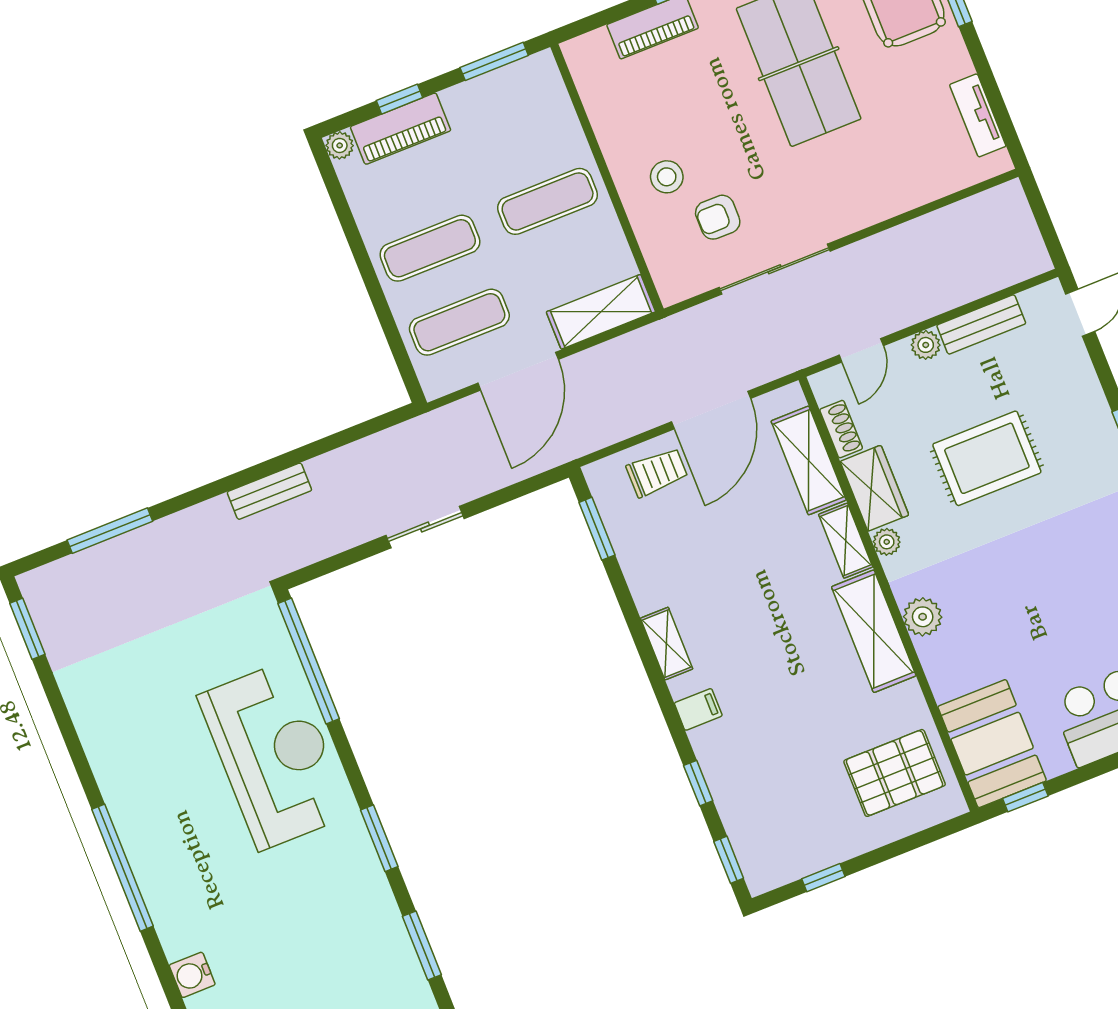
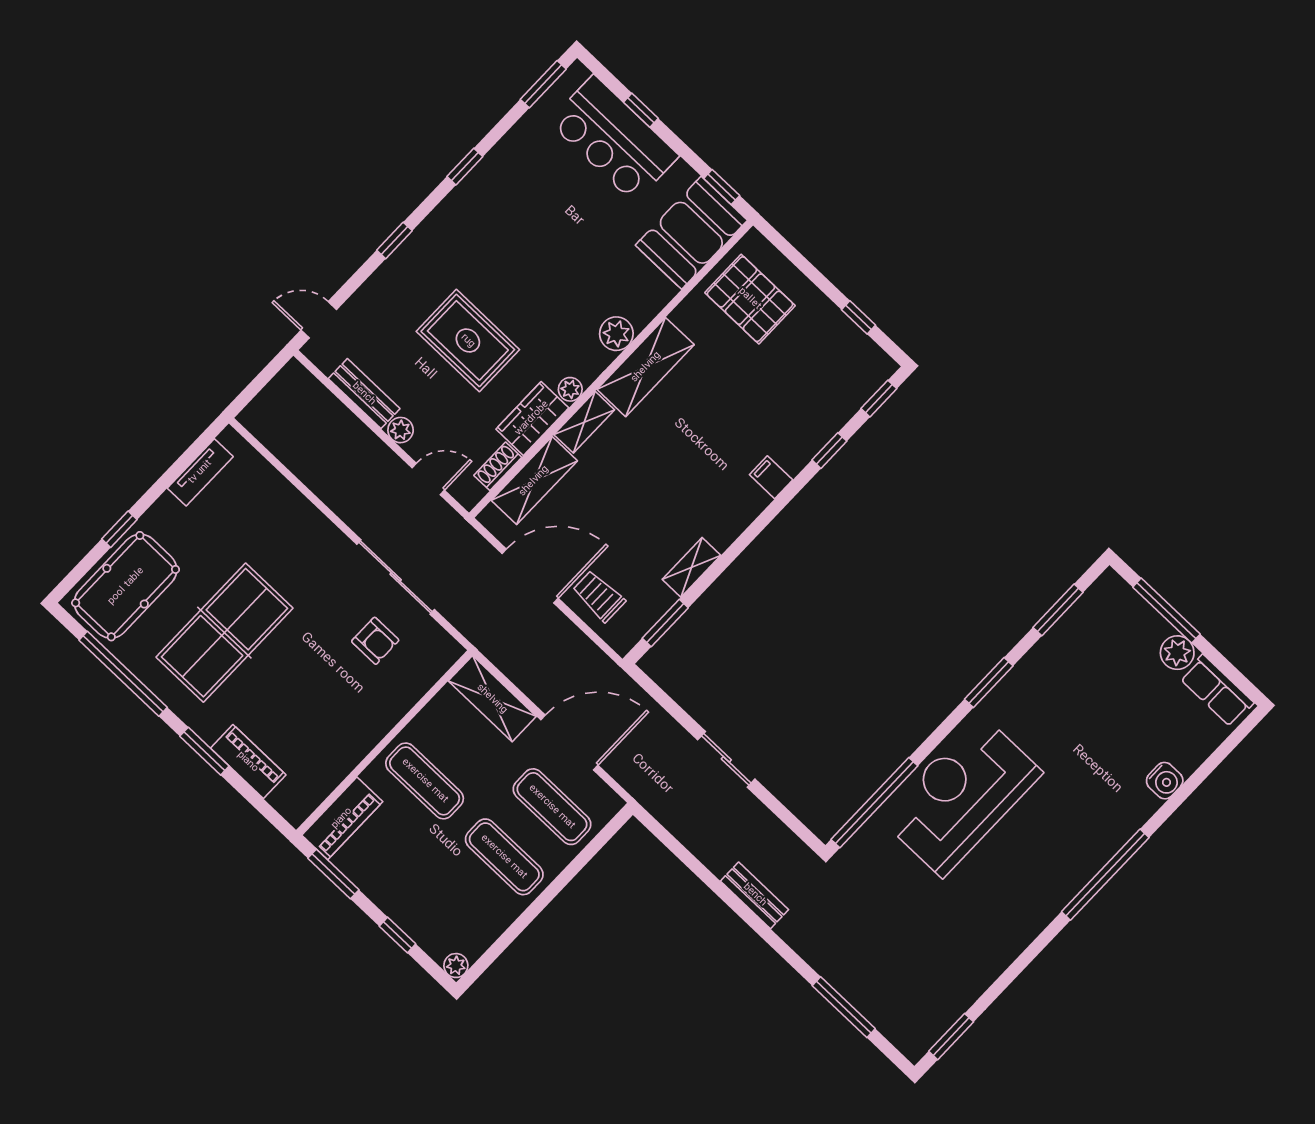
piano: (401, 129) -> (342, 818), moved, turned 90
stool: (667, 177) -> (362, 696), removed
shelving: (667, 644) -> (692, 567), moved

